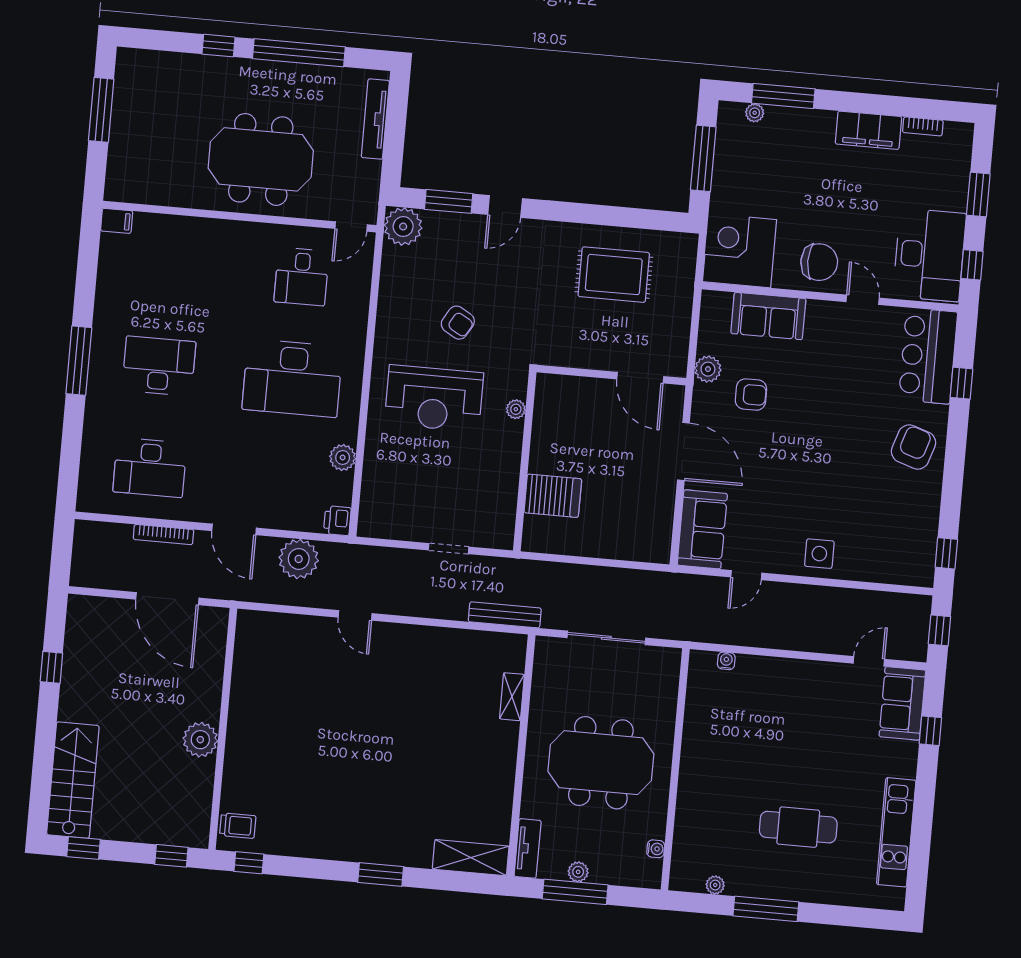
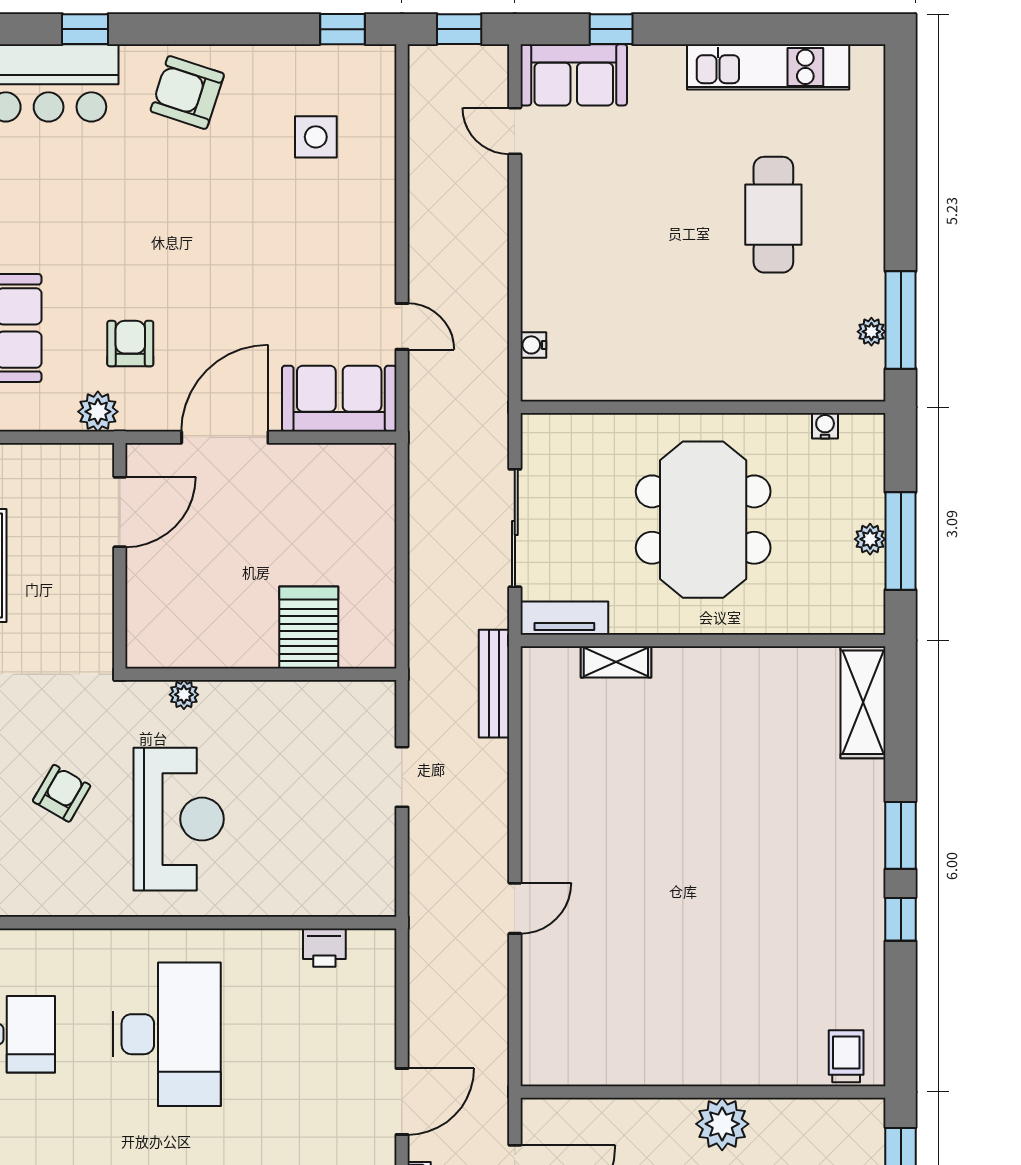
plant: (343, 458) -> (280, 948), removed
printer: (337, 521) -> (324, 948), moved
side table: (819, 554) -> (316, 137), moved
plant: (299, 559) -> (438, 1001), removed
tv unit: (528, 848) -> (564, 618), moved
window: (249, 863) -> (901, 919), moved
window: (766, 909) -> (901, 320), moved

